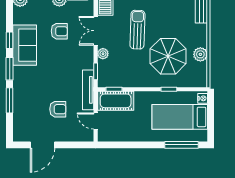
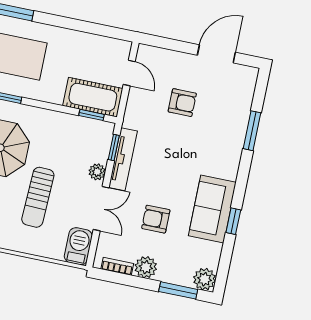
window: (10, 69) -> (242, 178), removed
tv unit: (88, 90) -> (123, 159), moved
armchair: (58, 109) -> (182, 103), turned 180

